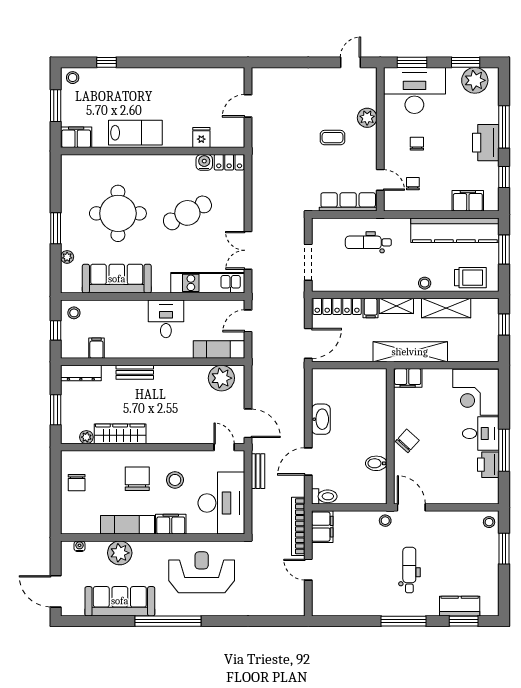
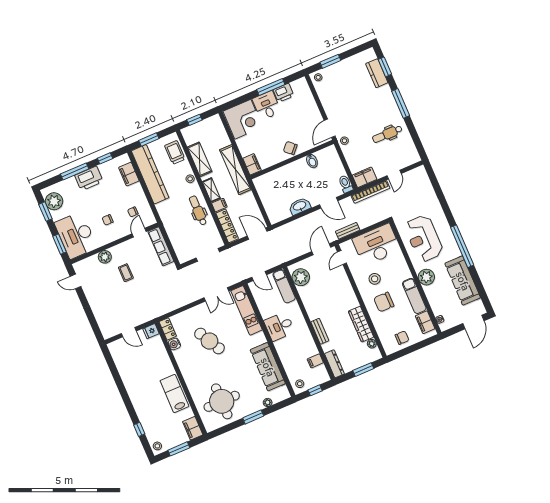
fridge: (201, 137) -> (151, 331), moved
round table: (118, 213) -> (222, 401), moved
dental chair: (368, 242) -> (198, 210), moved, turned 180
filing cabinet: (171, 524) -> (425, 322), moved
plant: (120, 553) -> (426, 277), moved
dental chair: (409, 570) -> (387, 134), moved

